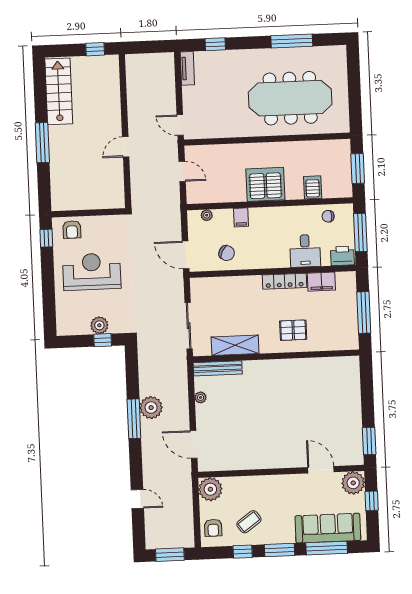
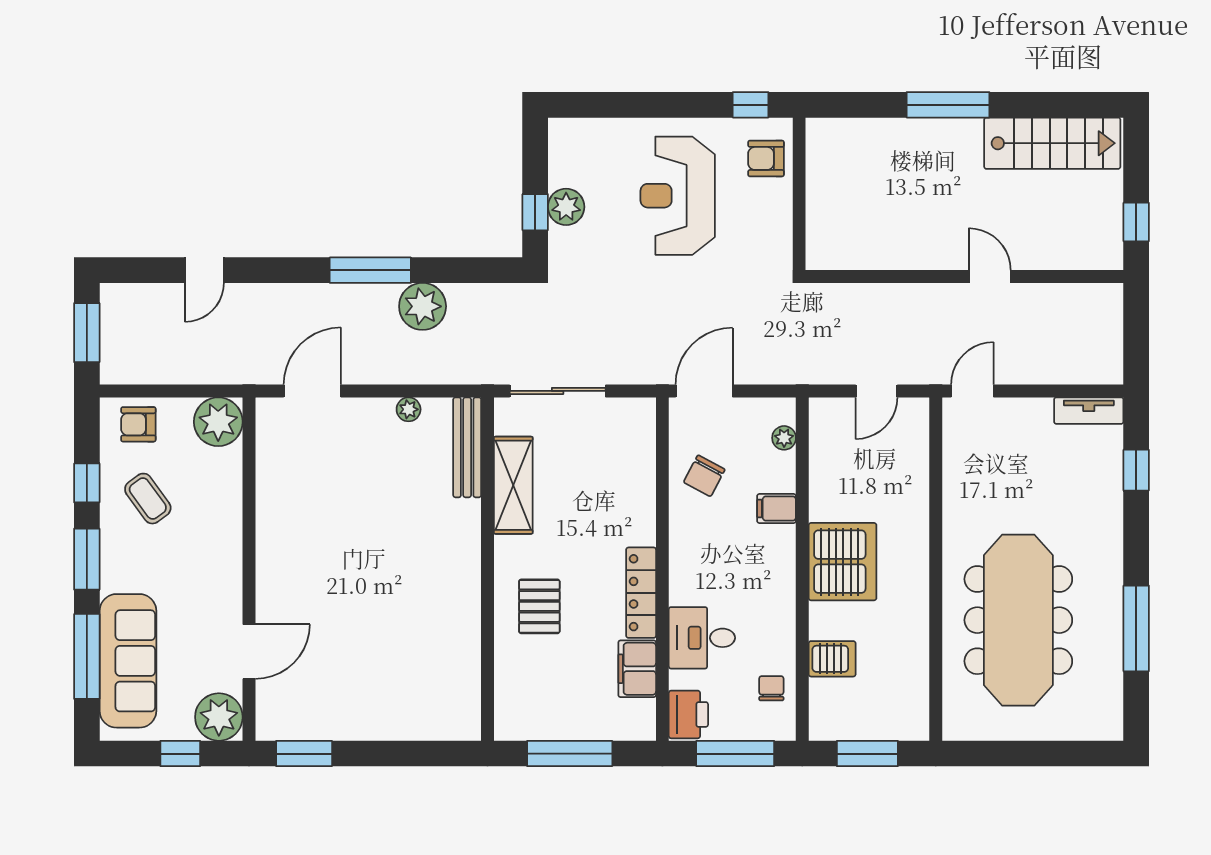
door: (126, 147) -> (990, 277), moved
reception desk: (92, 272) -> (678, 196), turned 180
plant: (151, 408) -> (423, 306), moved

